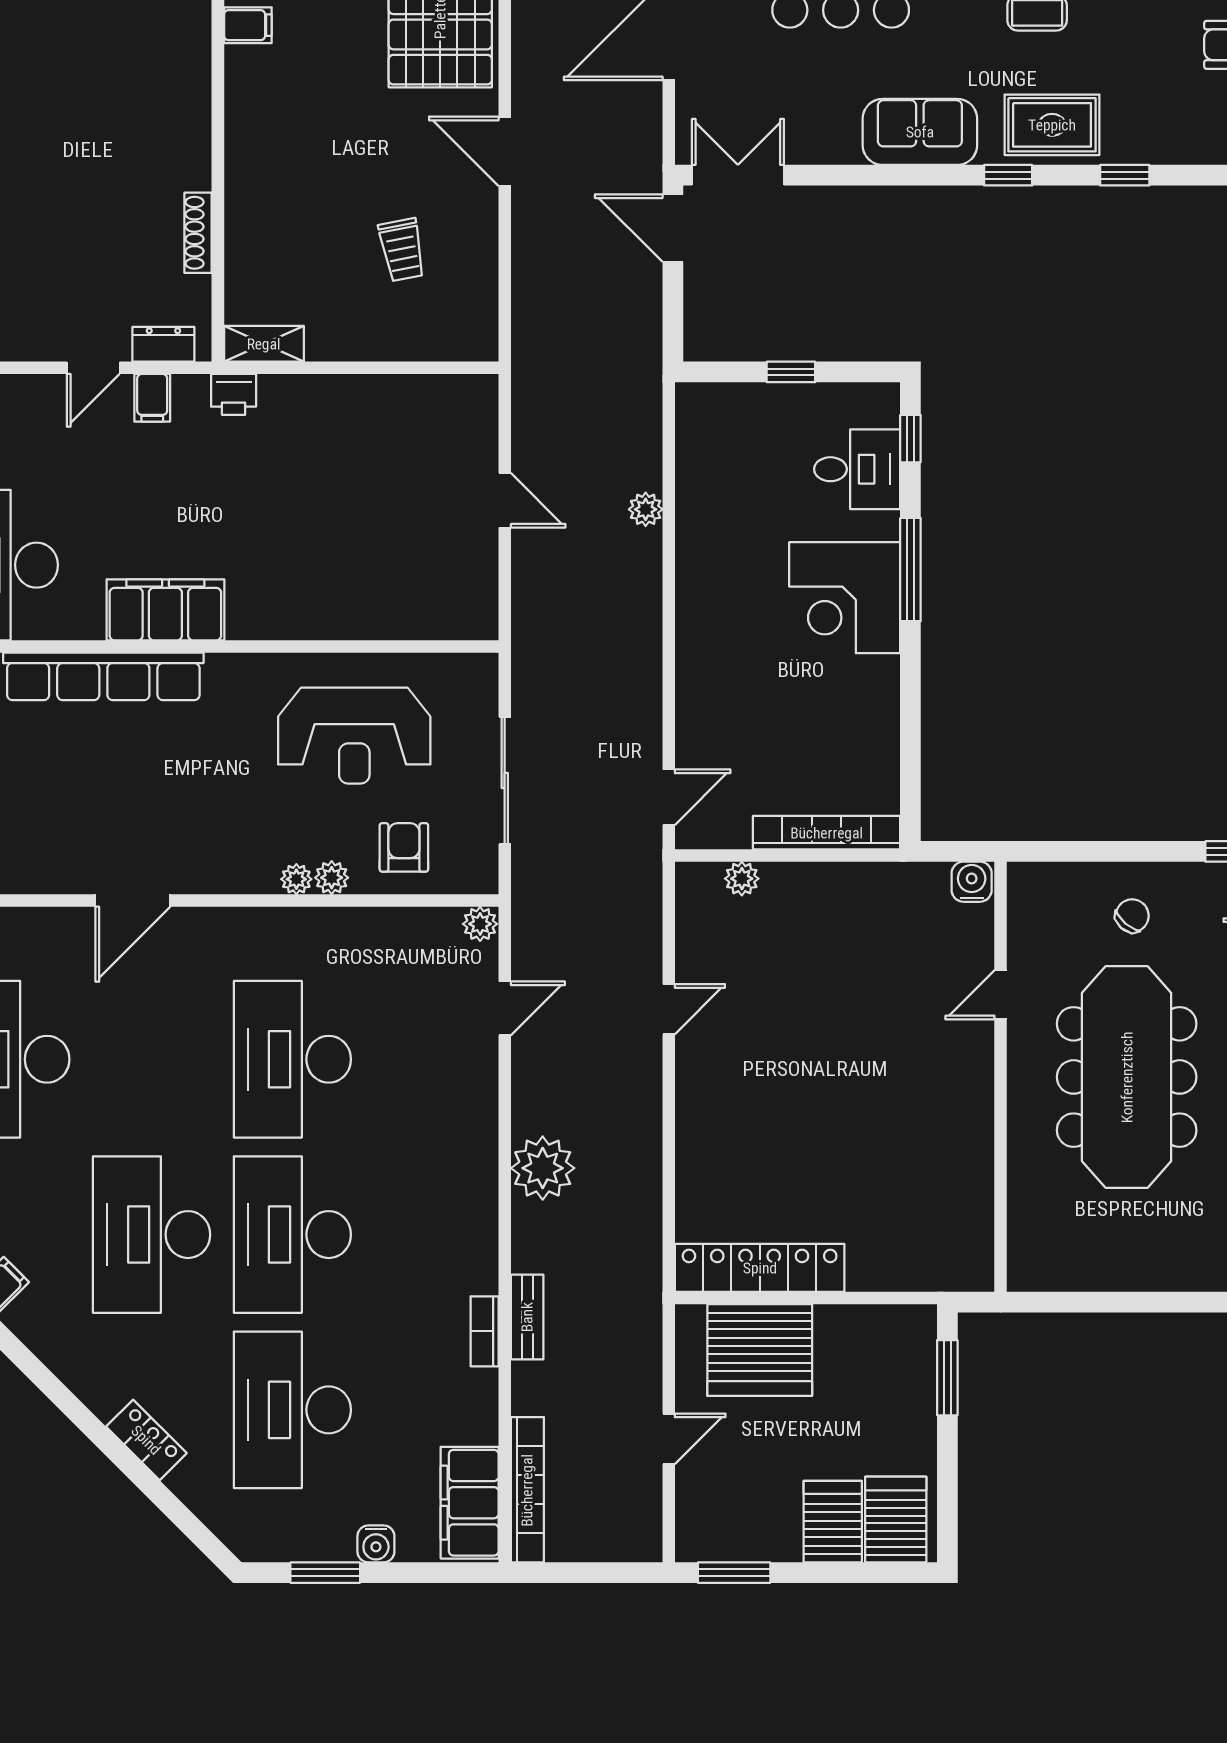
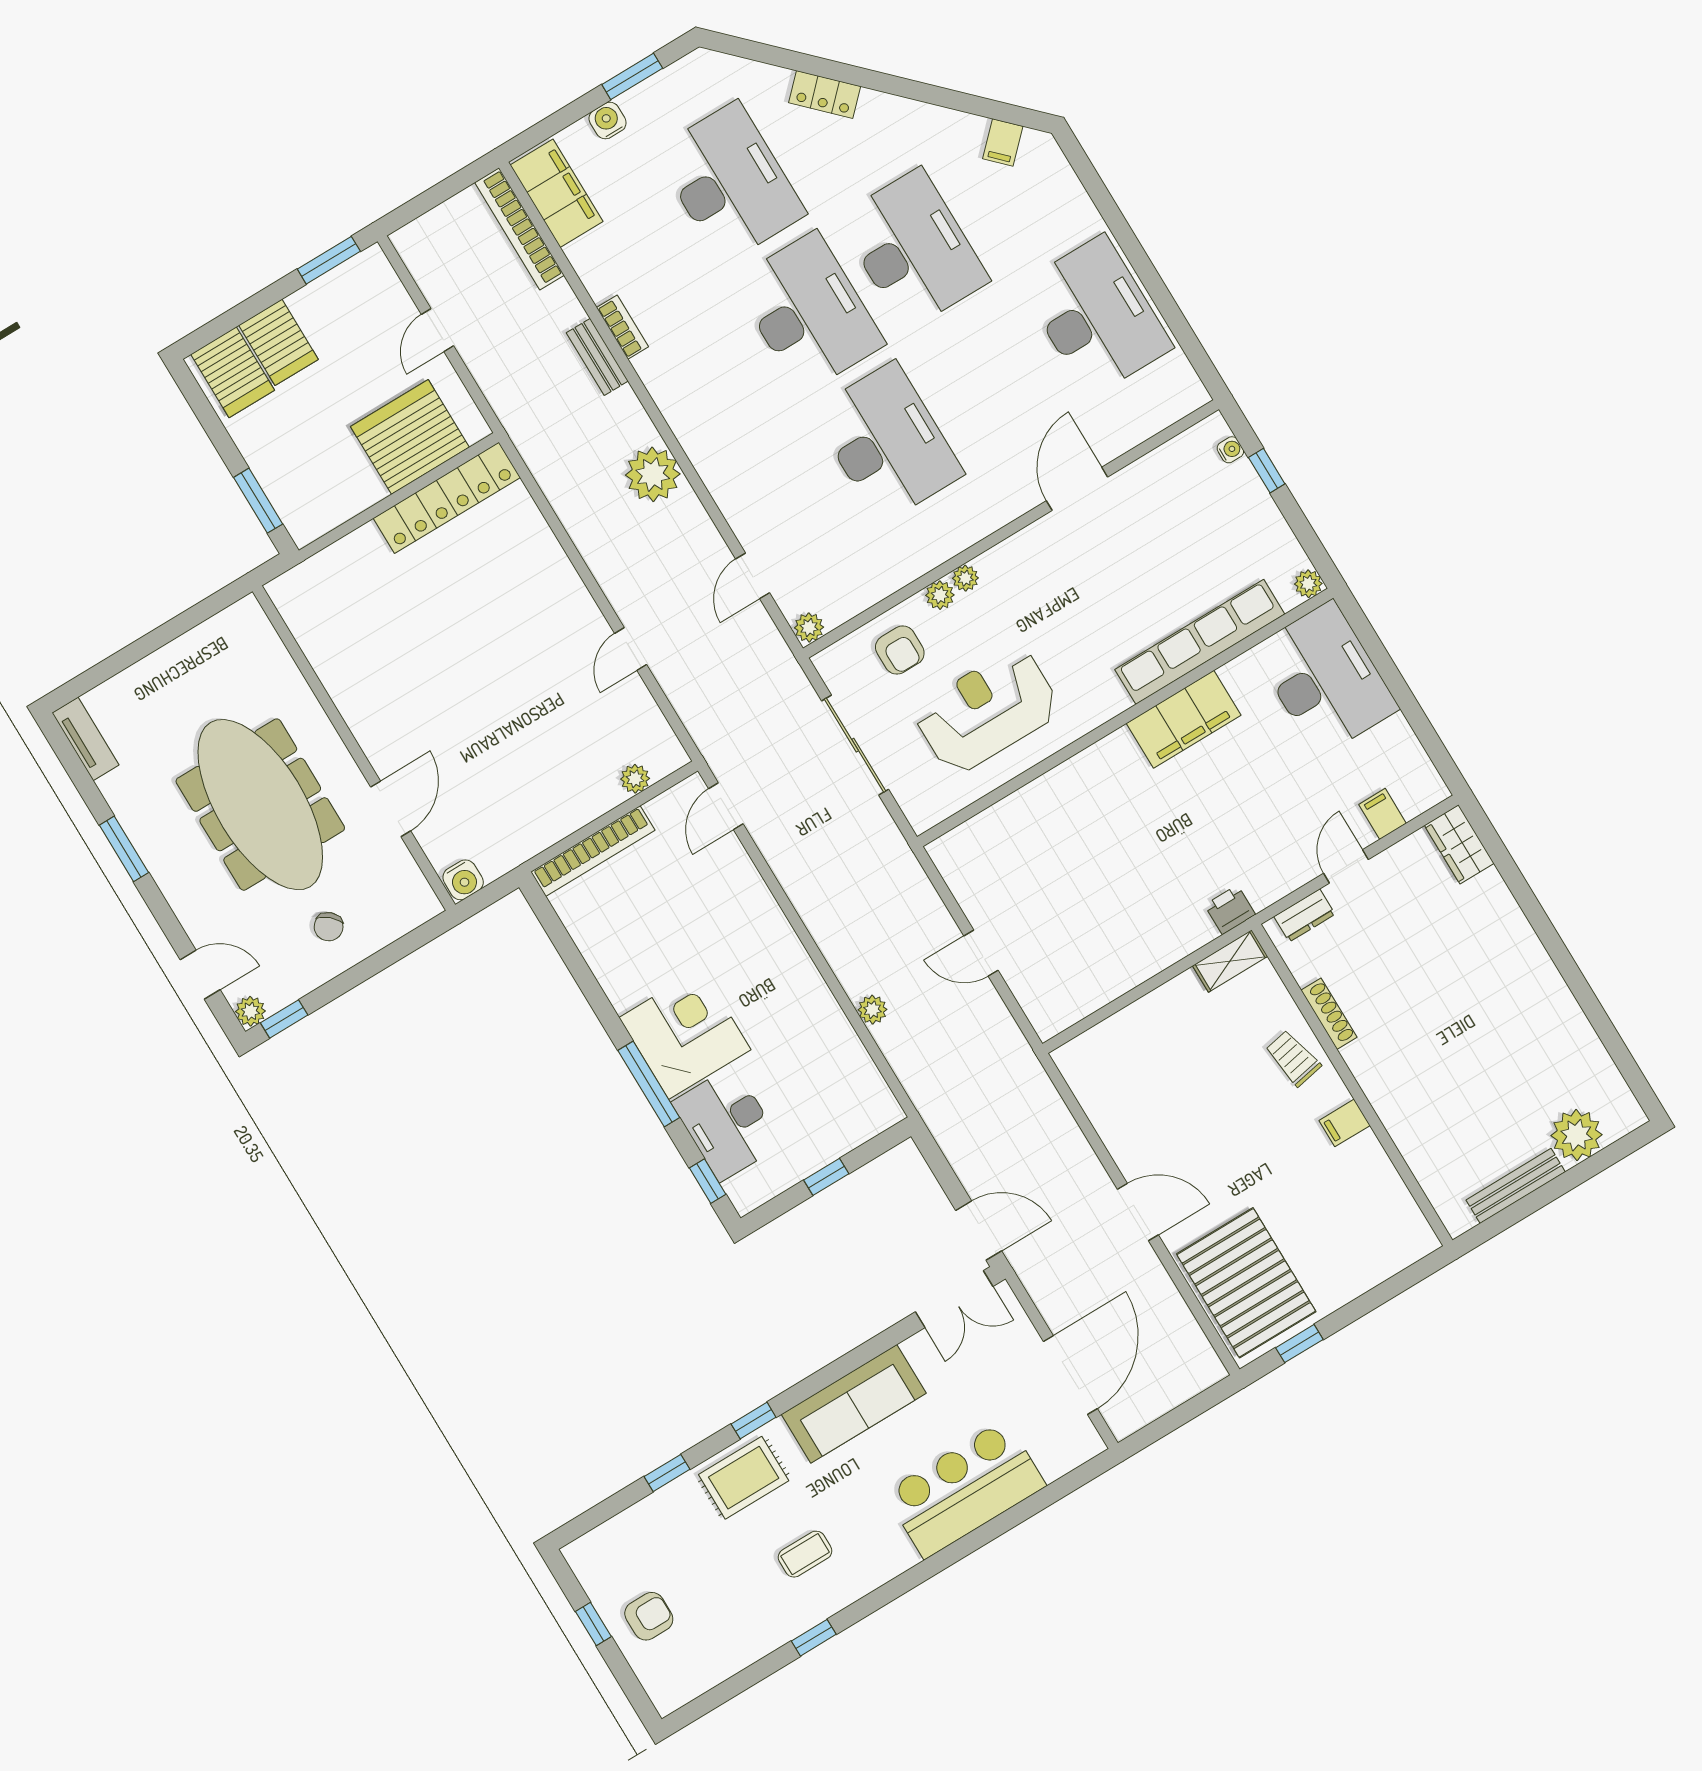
filing cabinet: (248, 25) -> (1345, 1123), moved
sofa: (920, 132) -> (854, 1404), width x1.36
trolley: (402, 250) -> (1293, 1058), moved
filing cabinet: (152, 398) -> (1382, 814), moved
desk: (857, 469) -> (727, 1123), width x1.37
door: (1001, 995) -> (391, 809), width x1.38

